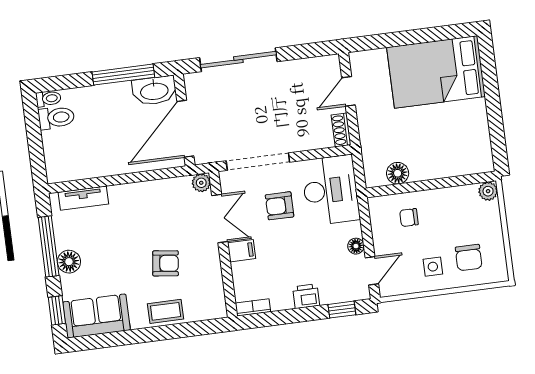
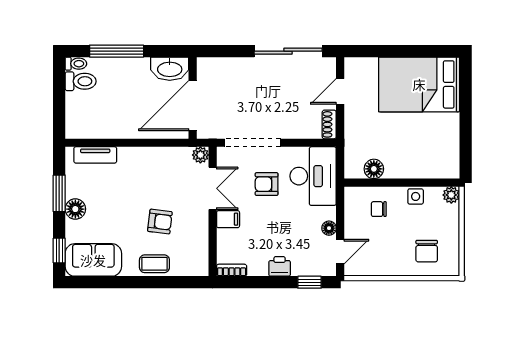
sliding door: (238, 60) -> (288, 51), moved
window: (123, 75) -> (117, 51), moved
window: (49, 246) -> (59, 193), width x0.69
side table: (433, 267) -> (416, 196), moved

